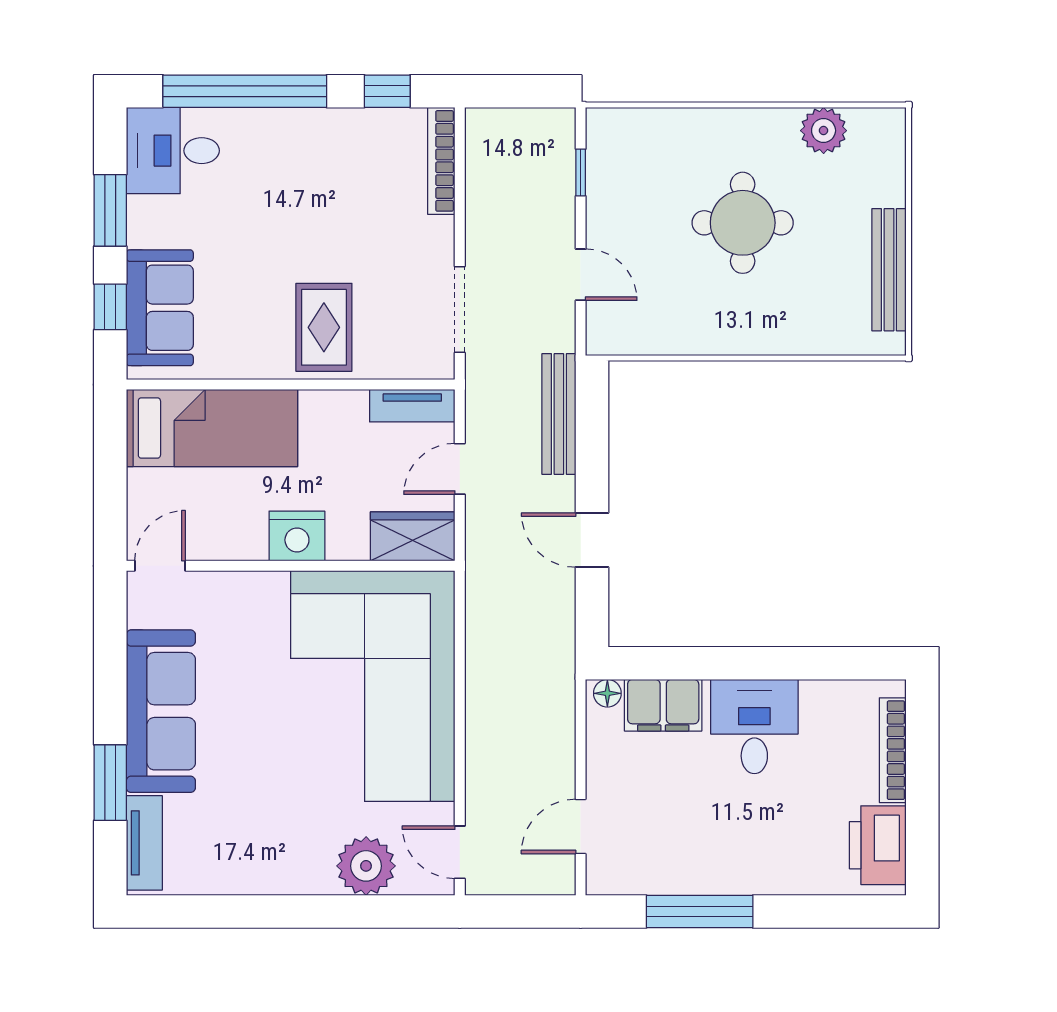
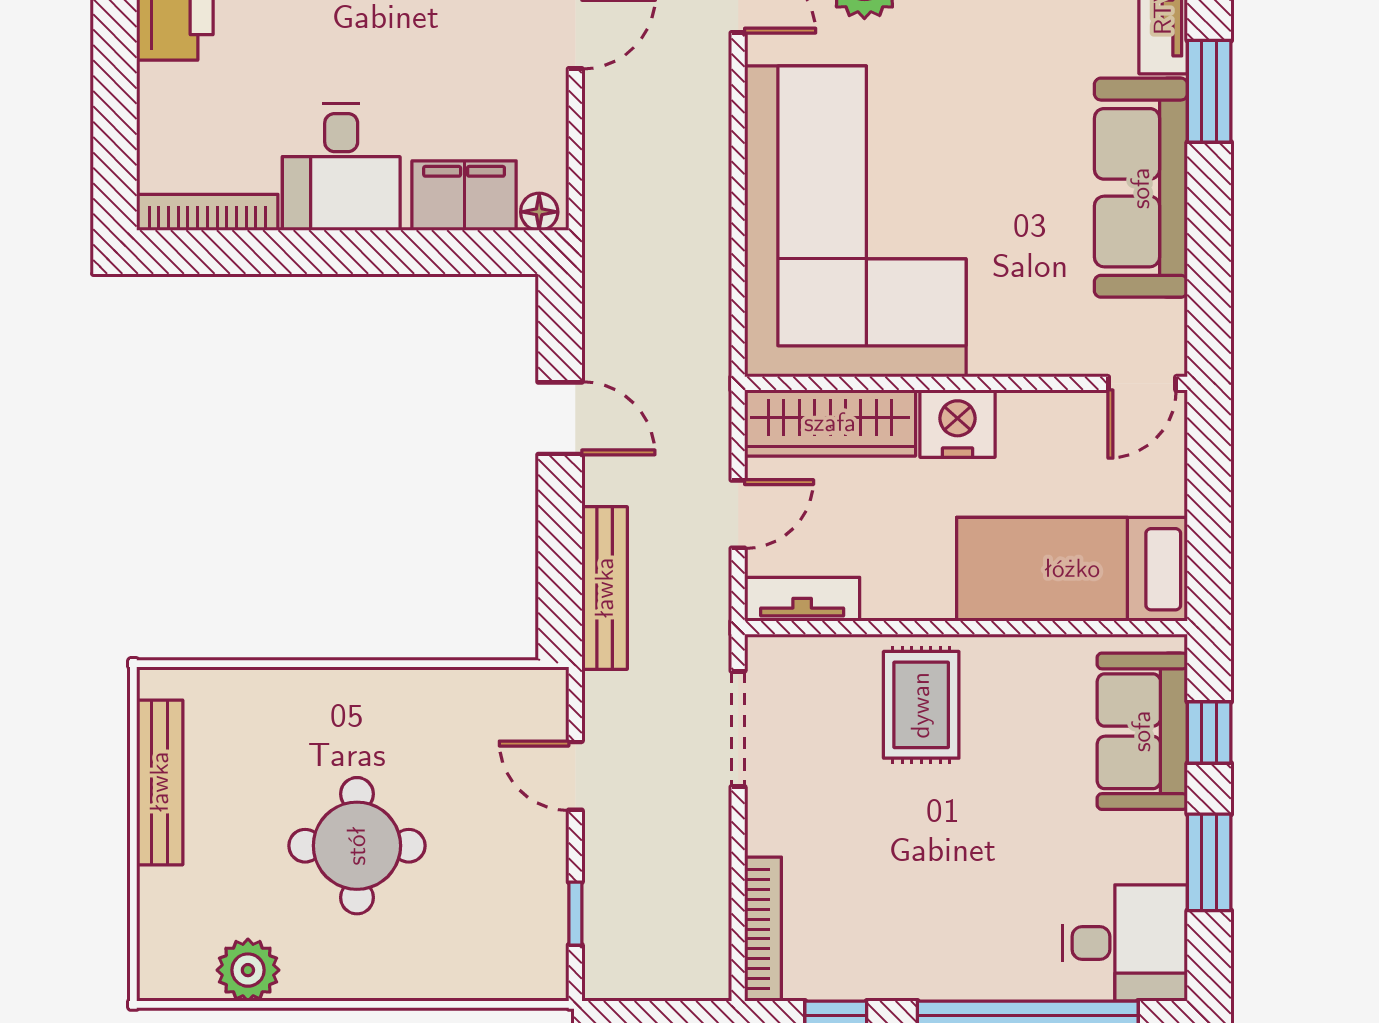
wardrobe: (413, 536) -> (830, 423), width x1.50
bookcase: (893, 750) -> (207, 212), moved, turned -90

